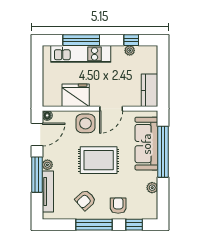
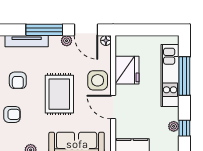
plant: (47, 165) -> (67, 41), moved
armchair: (85, 200) -> (18, 80), turned -138

